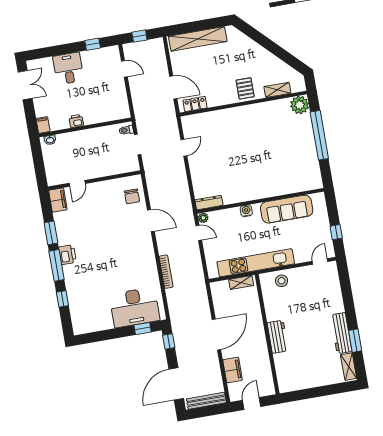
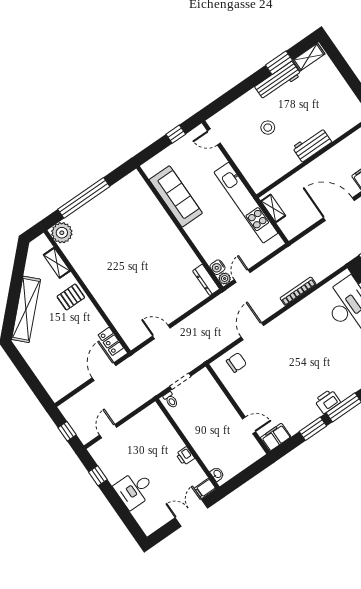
shelving: (198, 39) -> (26, 309), moved, turned 45
double door: (25, 85) -> (191, 513), moved
water cooler: (246, 211) -> (218, 267), moved
stool: (282, 281) -> (268, 128), moved

